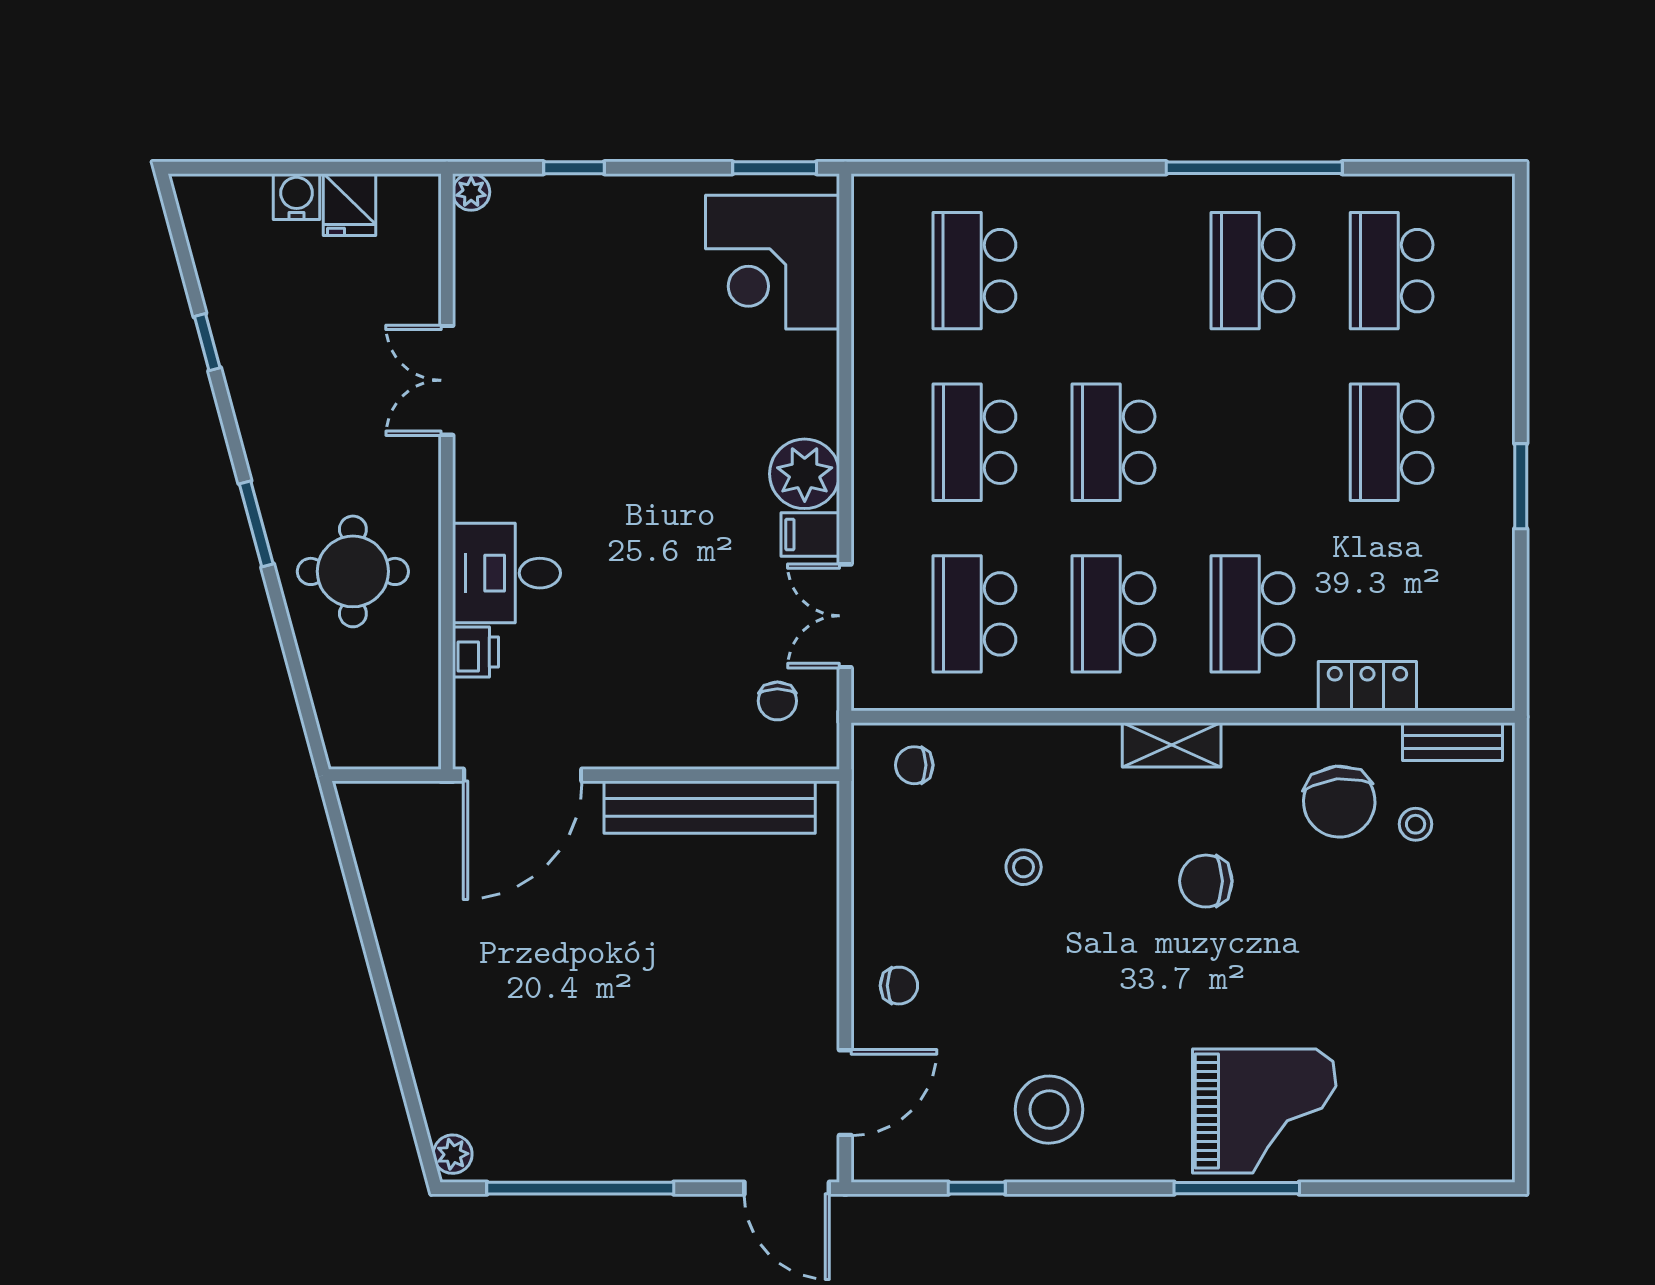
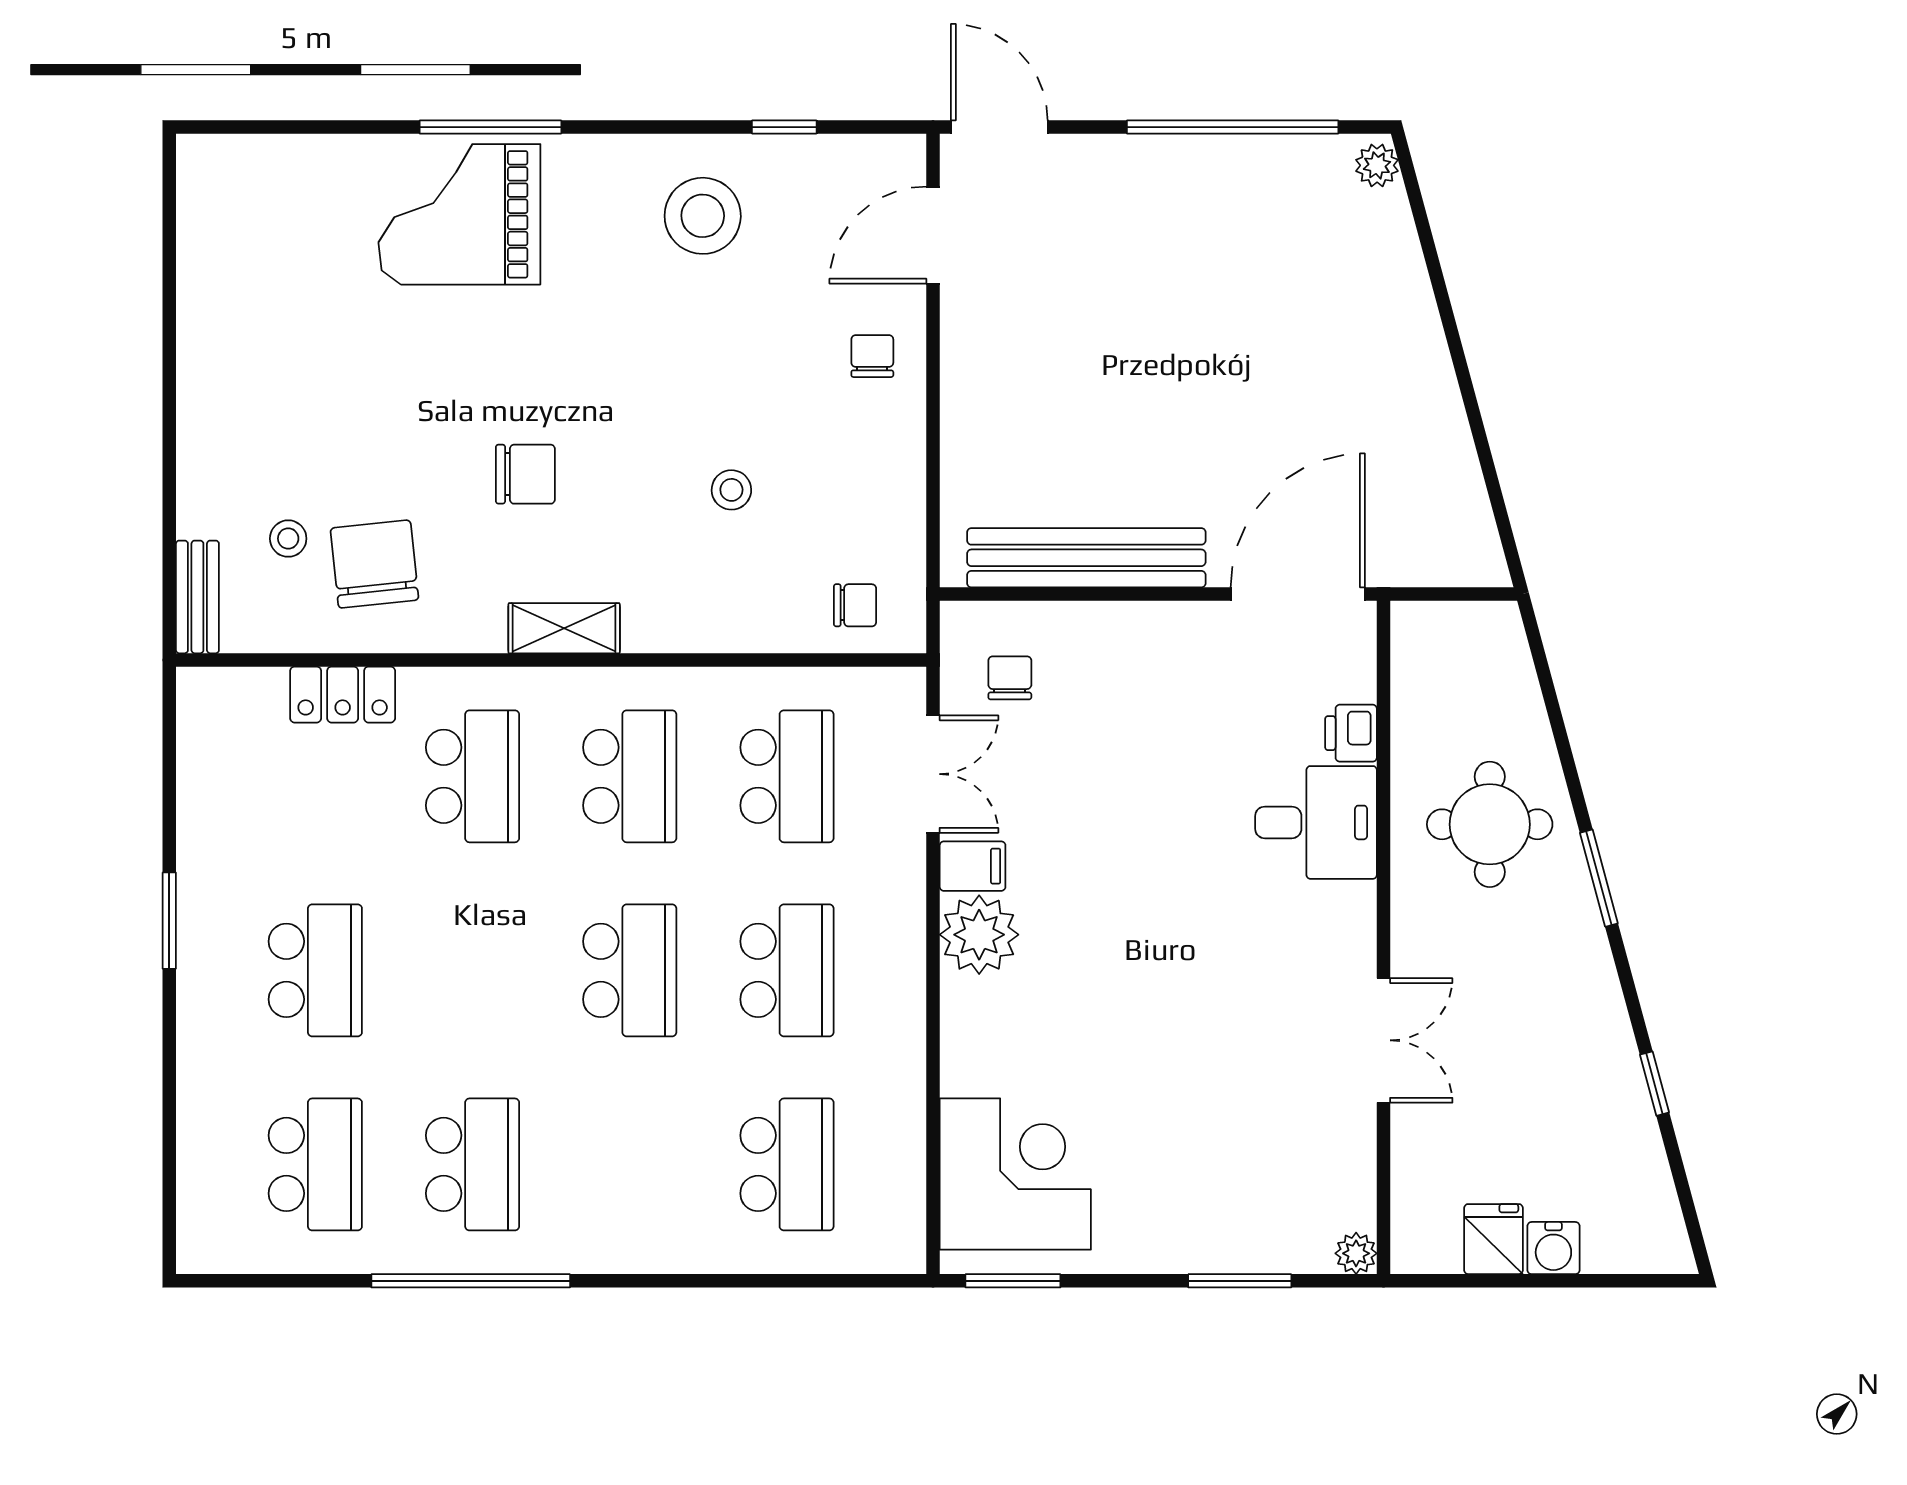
window: (574, 168) -> (1240, 1281), width x1.50
bench: (1453, 742) -> (197, 597), moved, turned 90
chair: (899, 986) -> (872, 356), turned 90

